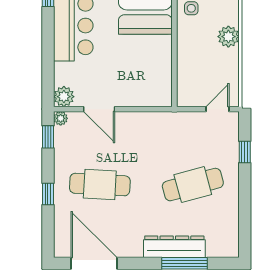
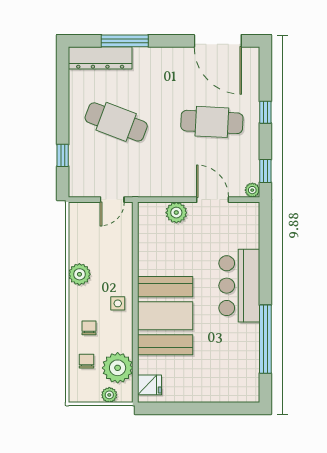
plant: (64, 97) -> (176, 213), moved
door: (217, 109) -> (112, 200), moved
cafe table: (193, 185) -> (116, 122), turned 36
dresser: (174, 247) -> (100, 58), moved

